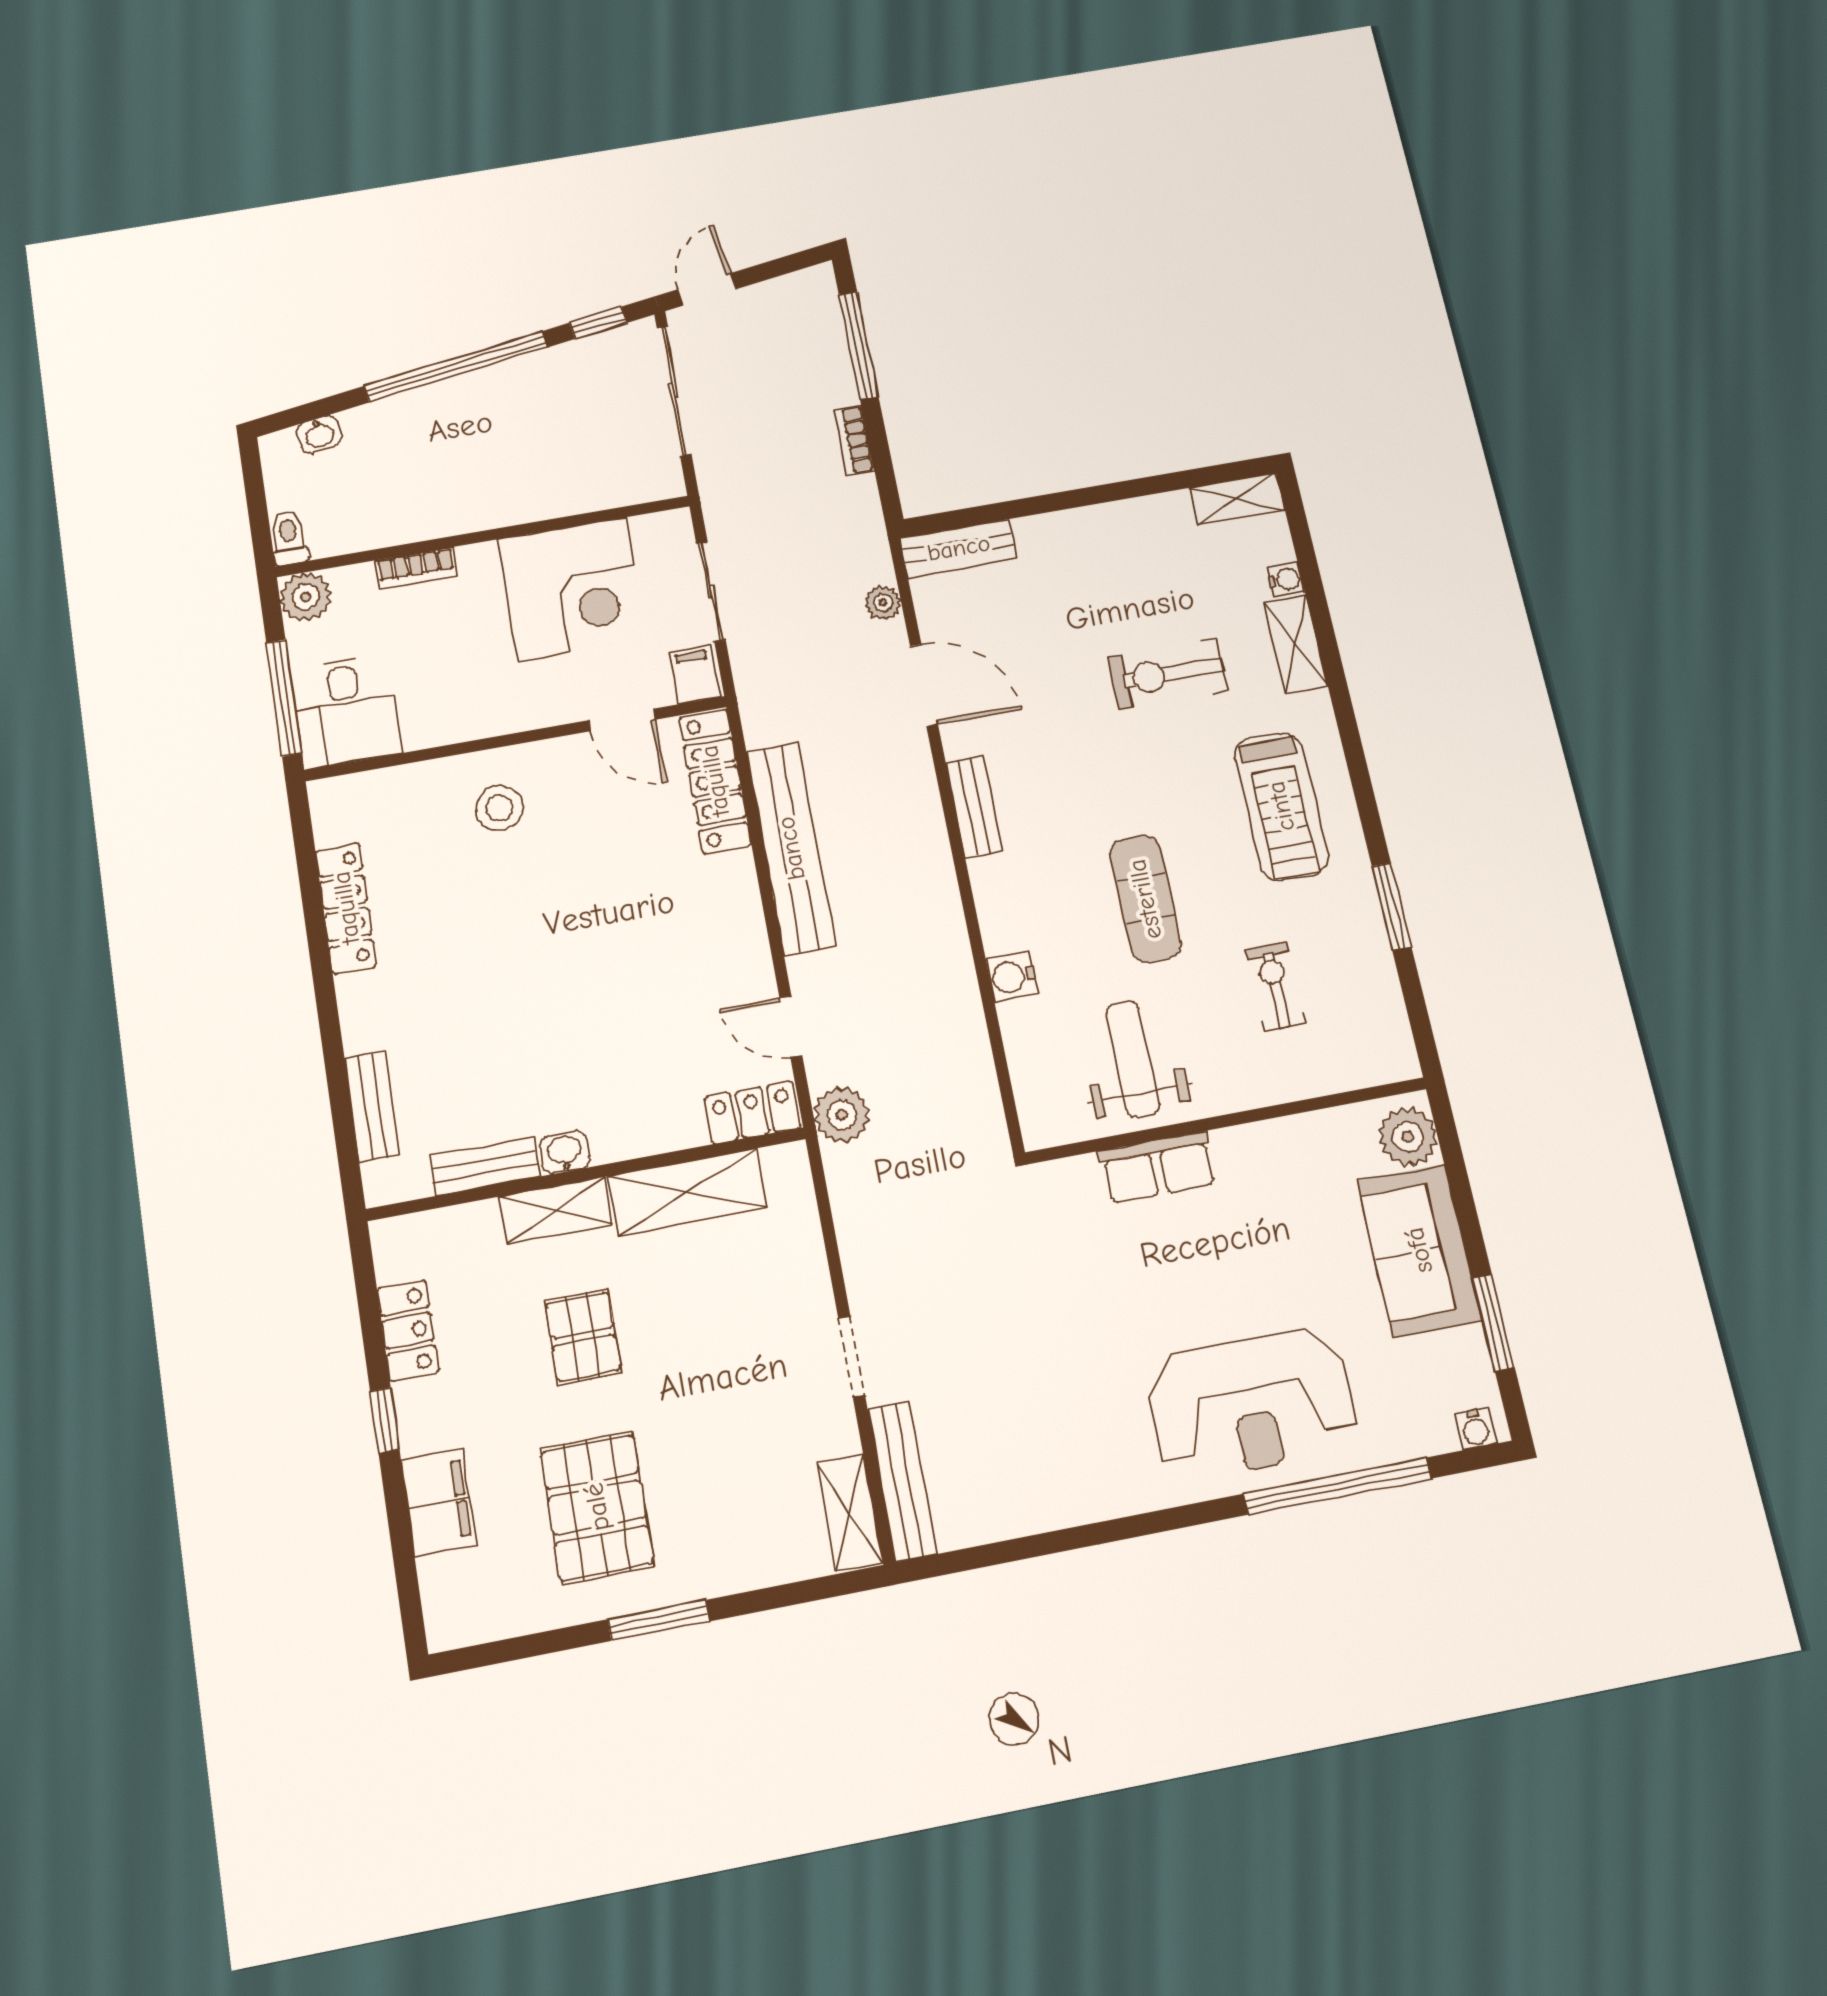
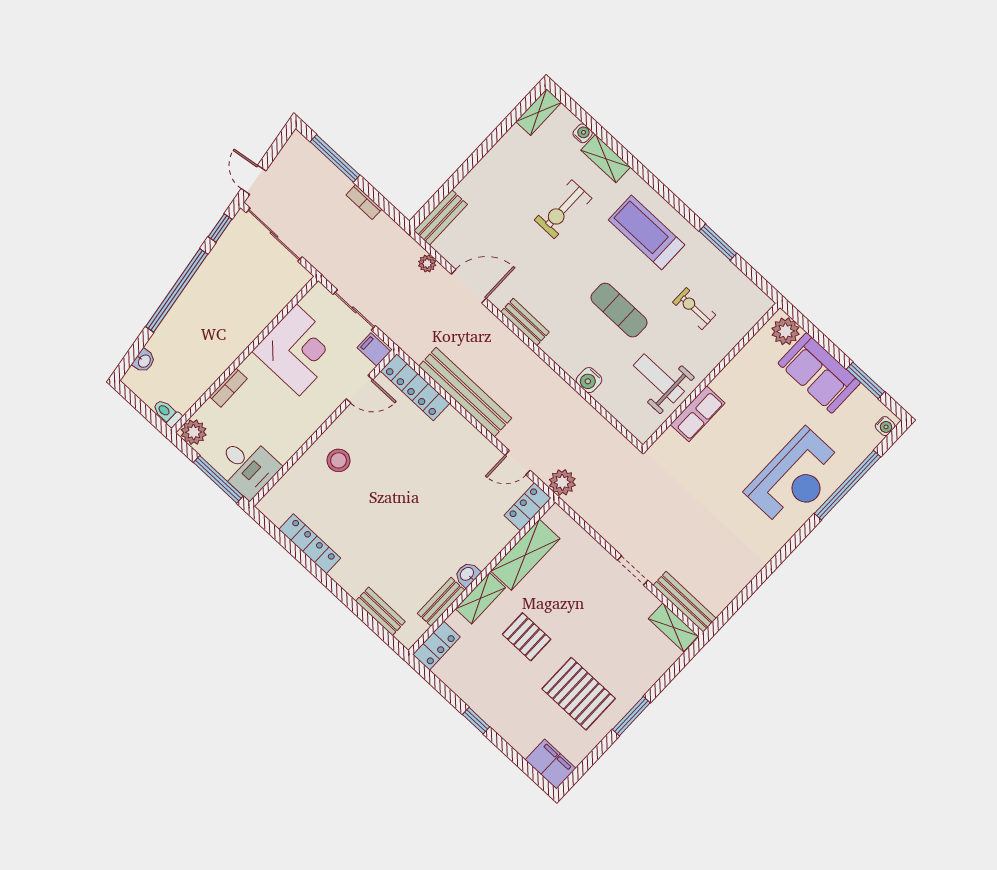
treadmill: (1281, 806) -> (646, 232), turned 180
locker: (408, 1331) -> (436, 646), moved, turned 90
filing cabinet: (439, 1502) -> (550, 764), moved

